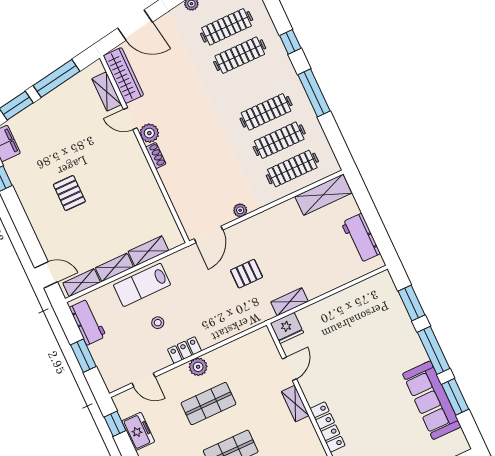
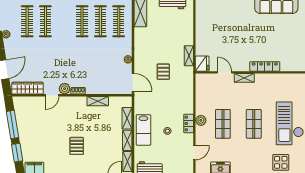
shelving: (107, 92) -> (98, 101), moved
pallet: (69, 193) -> (77, 146), turned 90

